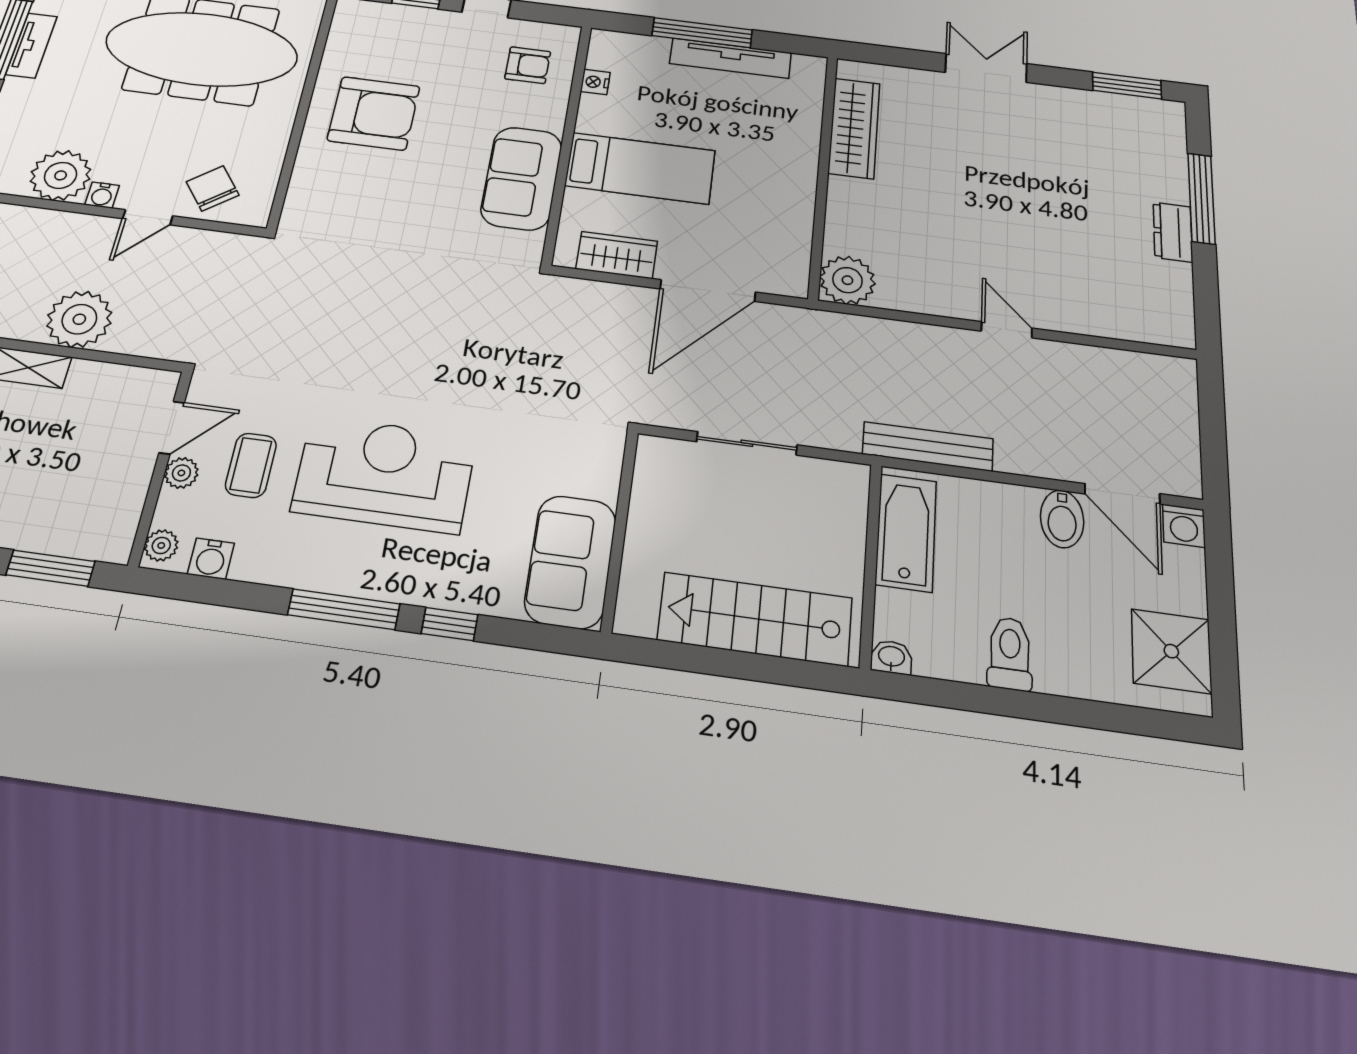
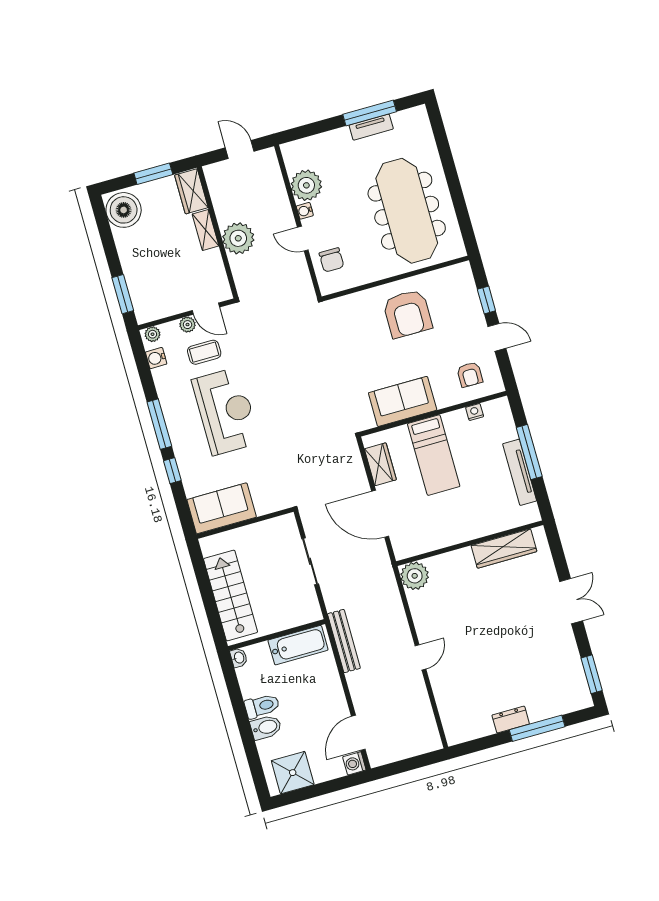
chair: (213, 188) -> (332, 260), turned 127
bidet: (1062, 519) -> (266, 727), moved, turned 180

